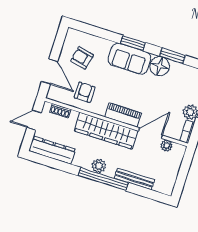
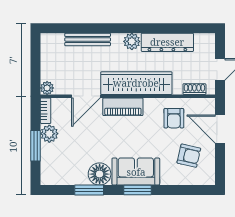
plant: (167, 146) -> (47, 88), moved
dresser: (52, 150) -> (167, 42), moved
window: (103, 179) -> (122, 28), removed

